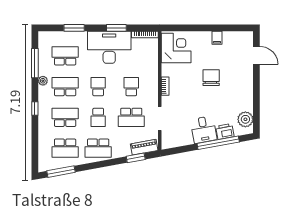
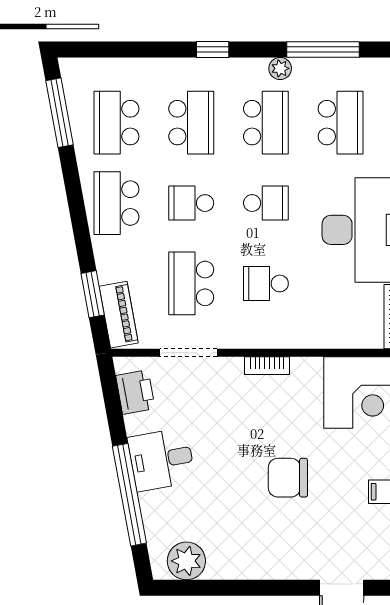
chair: (211, 78) -> (288, 478), turned 180
school desk: (131, 87) -> (266, 283), turned 180
printer: (225, 131) -> (135, 392), moved

